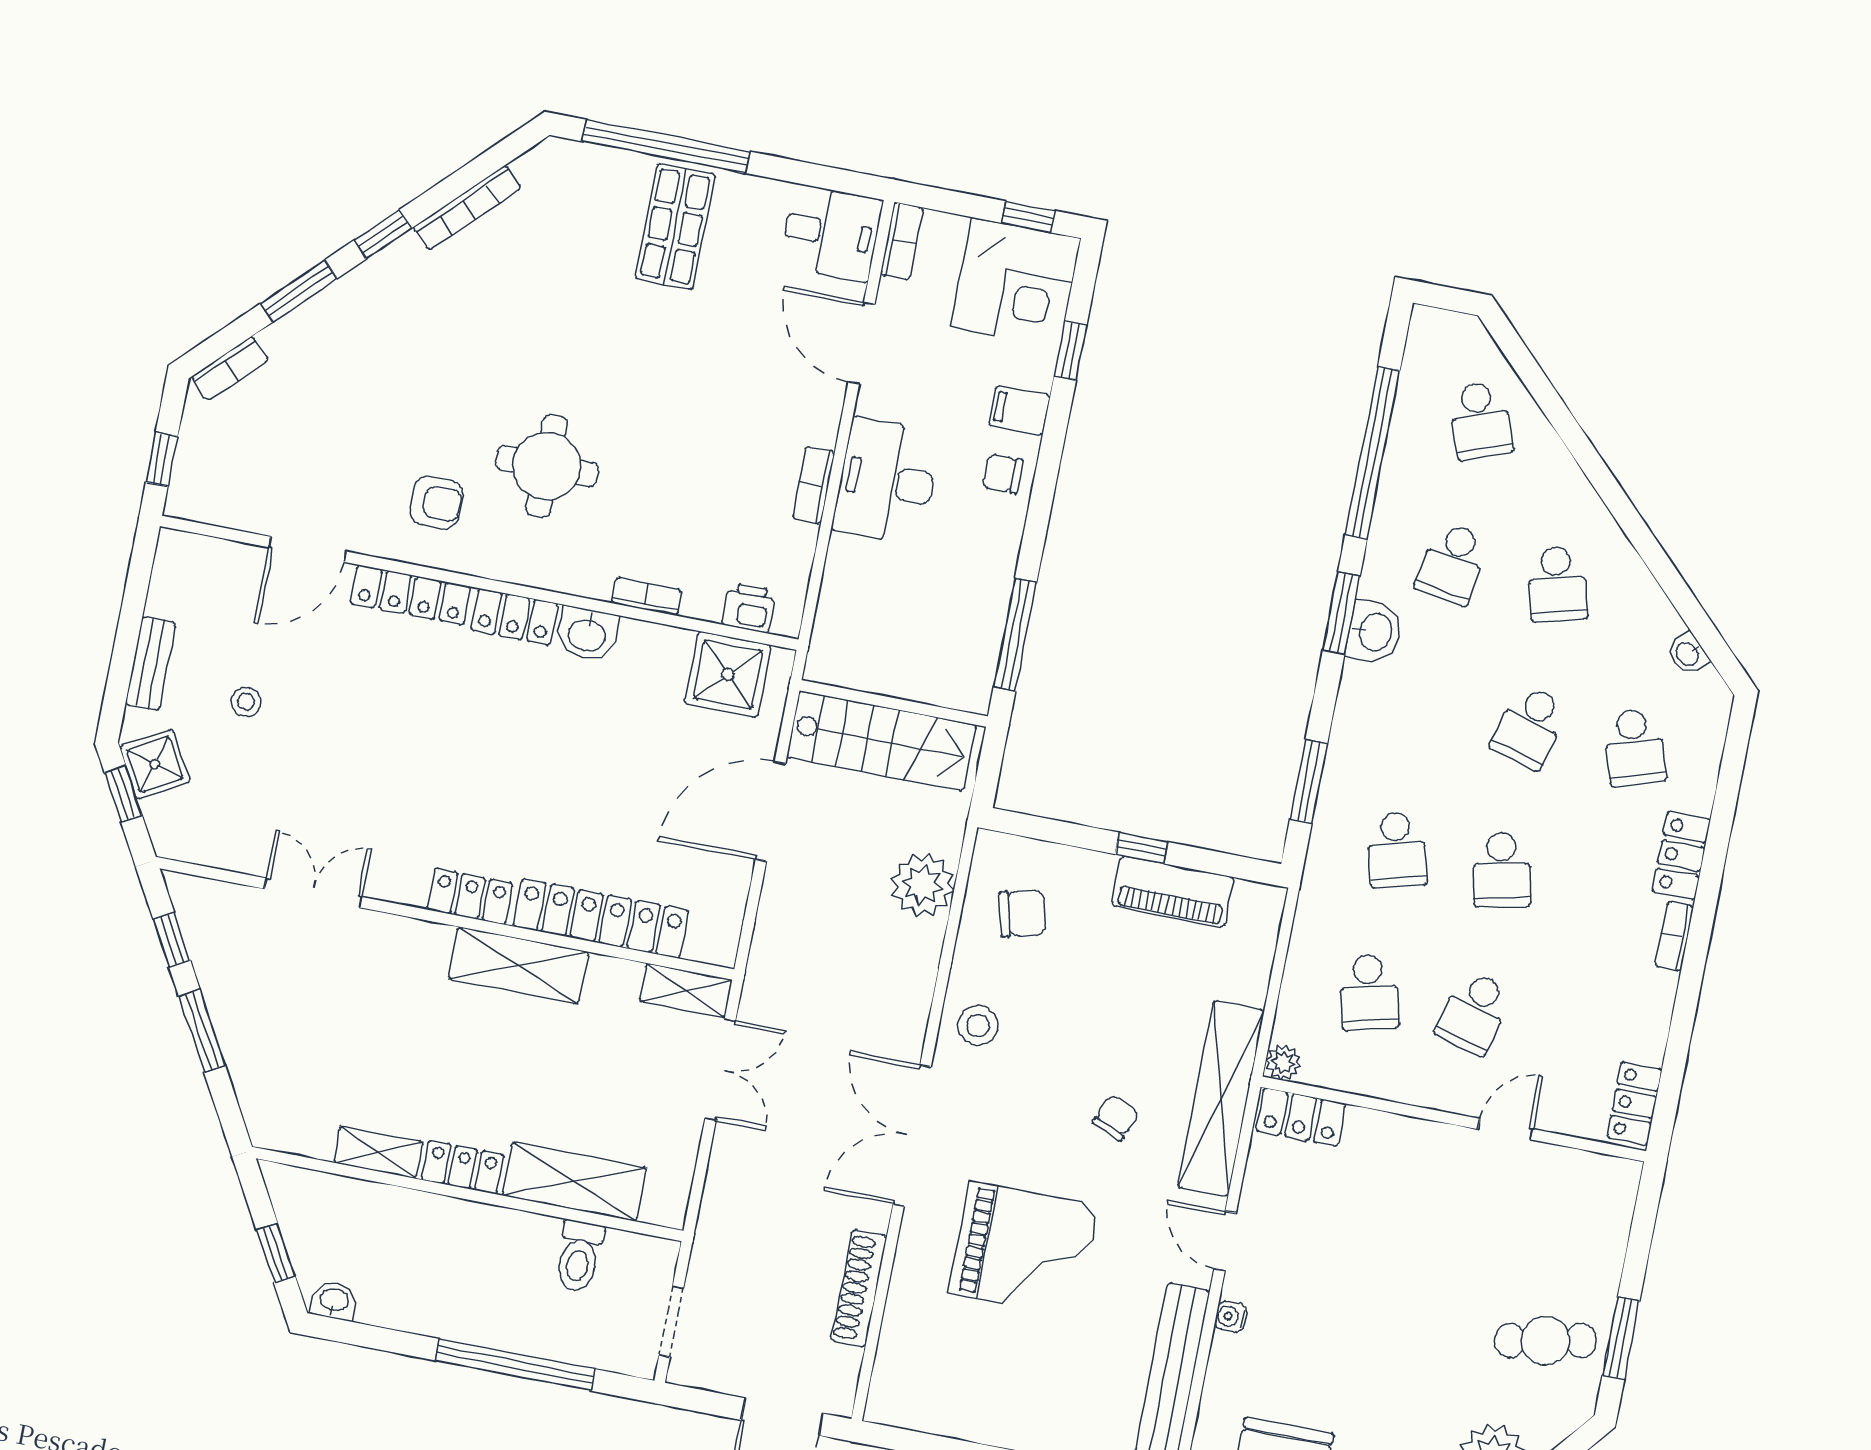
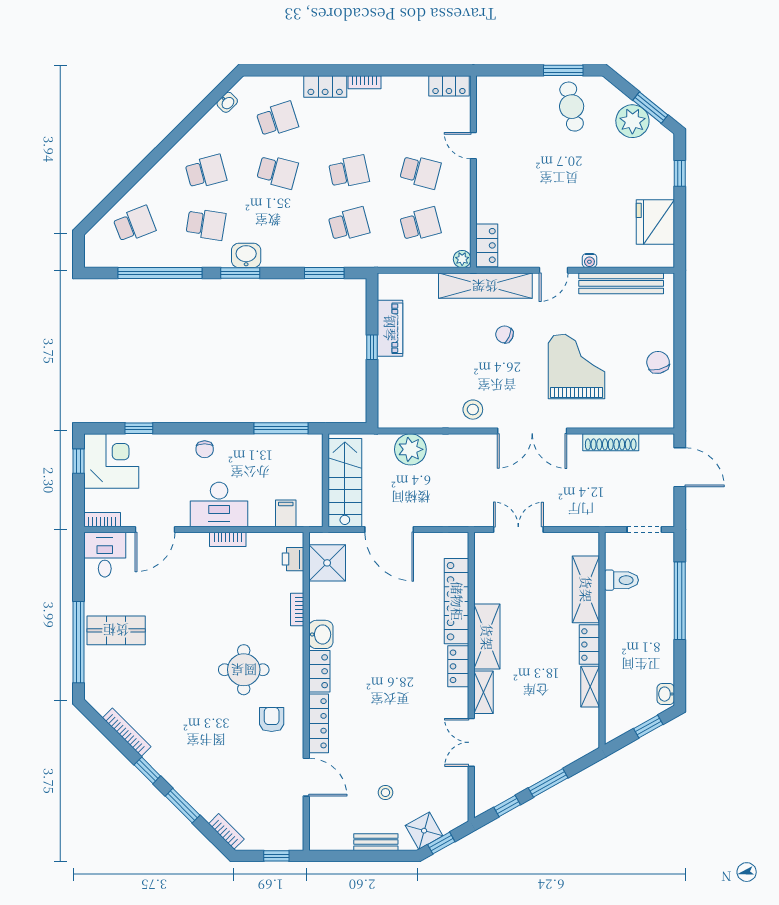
filing cabinet: (1019, 411) -> (286, 513), moved, turned 180
chair: (1022, 913) -> (658, 362), moved
shelving: (686, 991) -> (483, 692), moved

